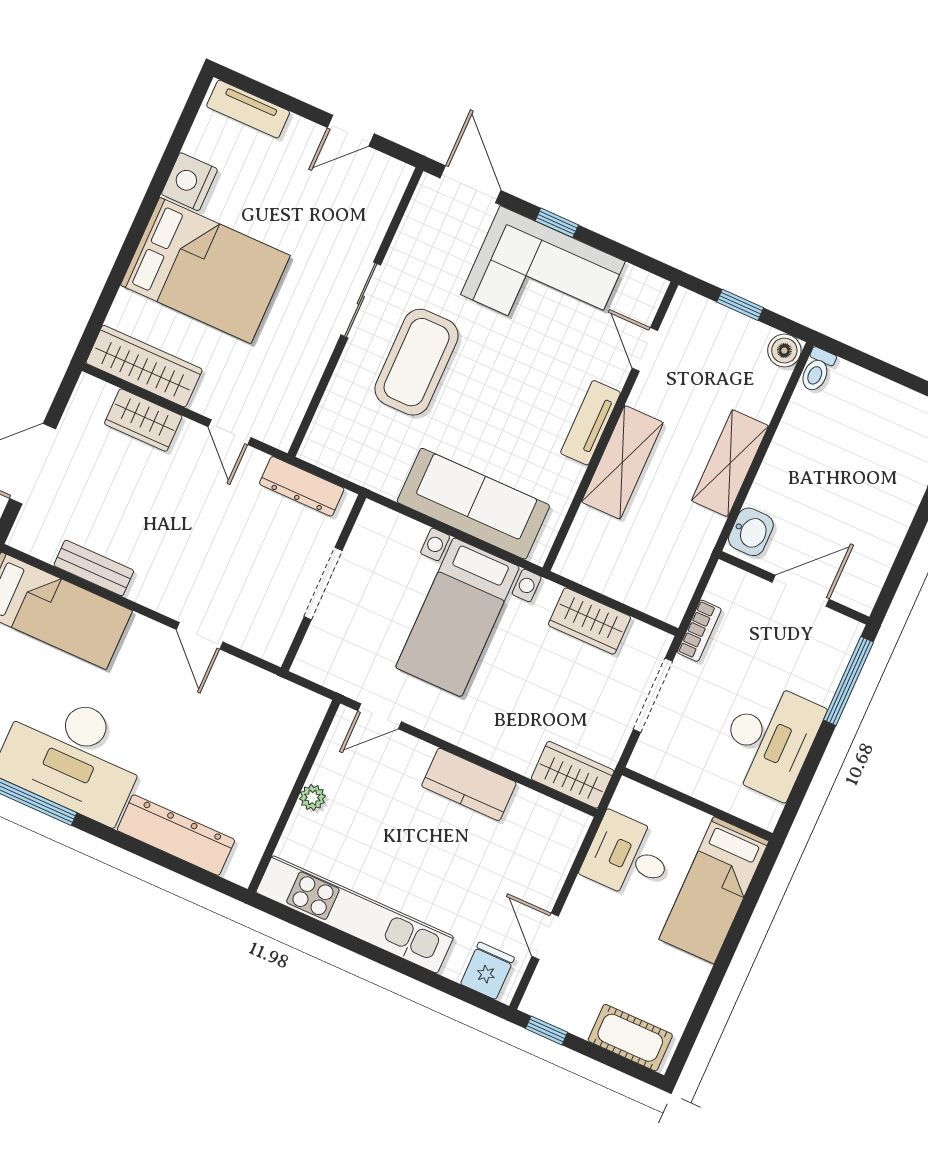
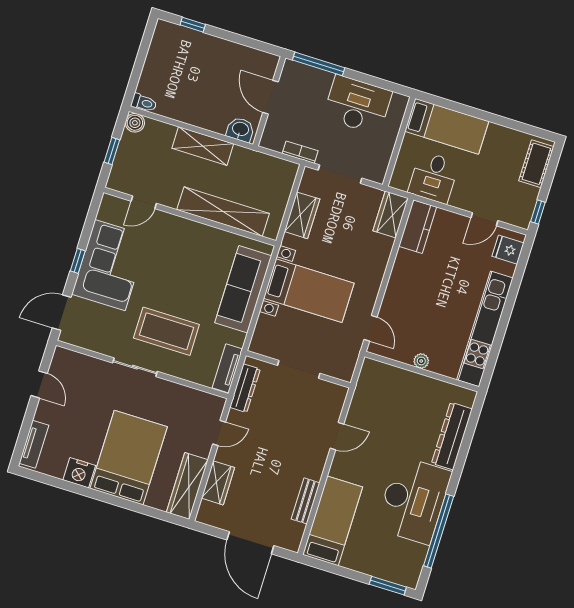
tv unit: (590, 423) -> (227, 368), moved, turned 90
shelving: (622, 462) -> (223, 212), width x1.47
kitchen counter: (469, 784) -> (418, 227), moved

